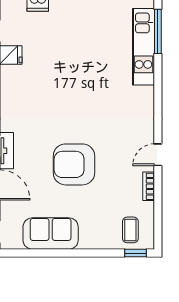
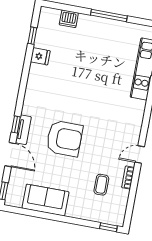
armchair: (74, 164) -> (64, 138), moved, turned 180
coffee table: (130, 230) -> (101, 185), moved

